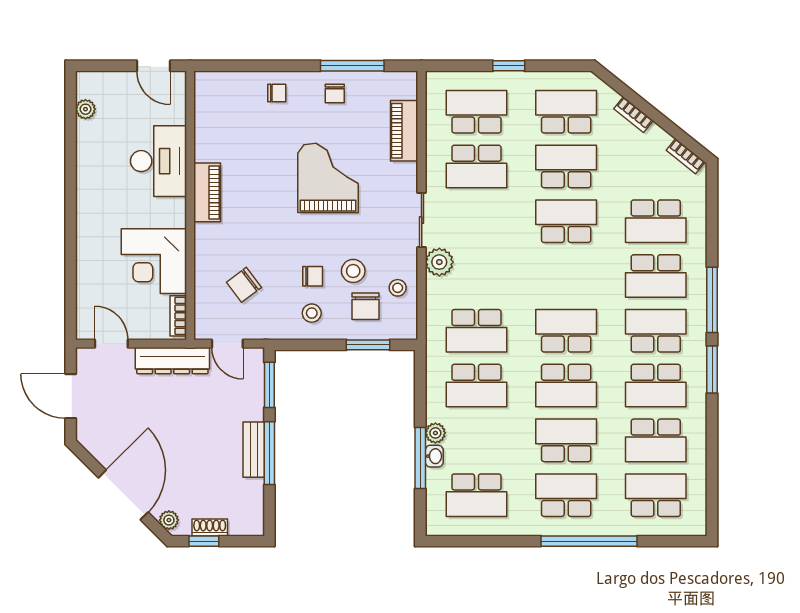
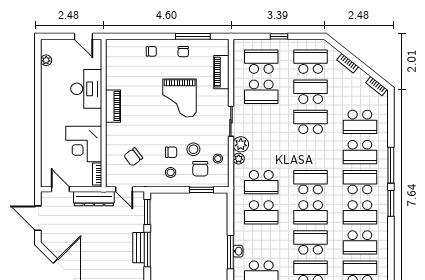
grand piano: (328, 178) -> (180, 98), turned 180
plant: (435, 433) -> (239, 159), moved

